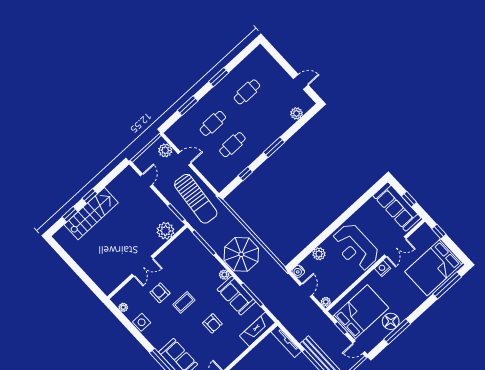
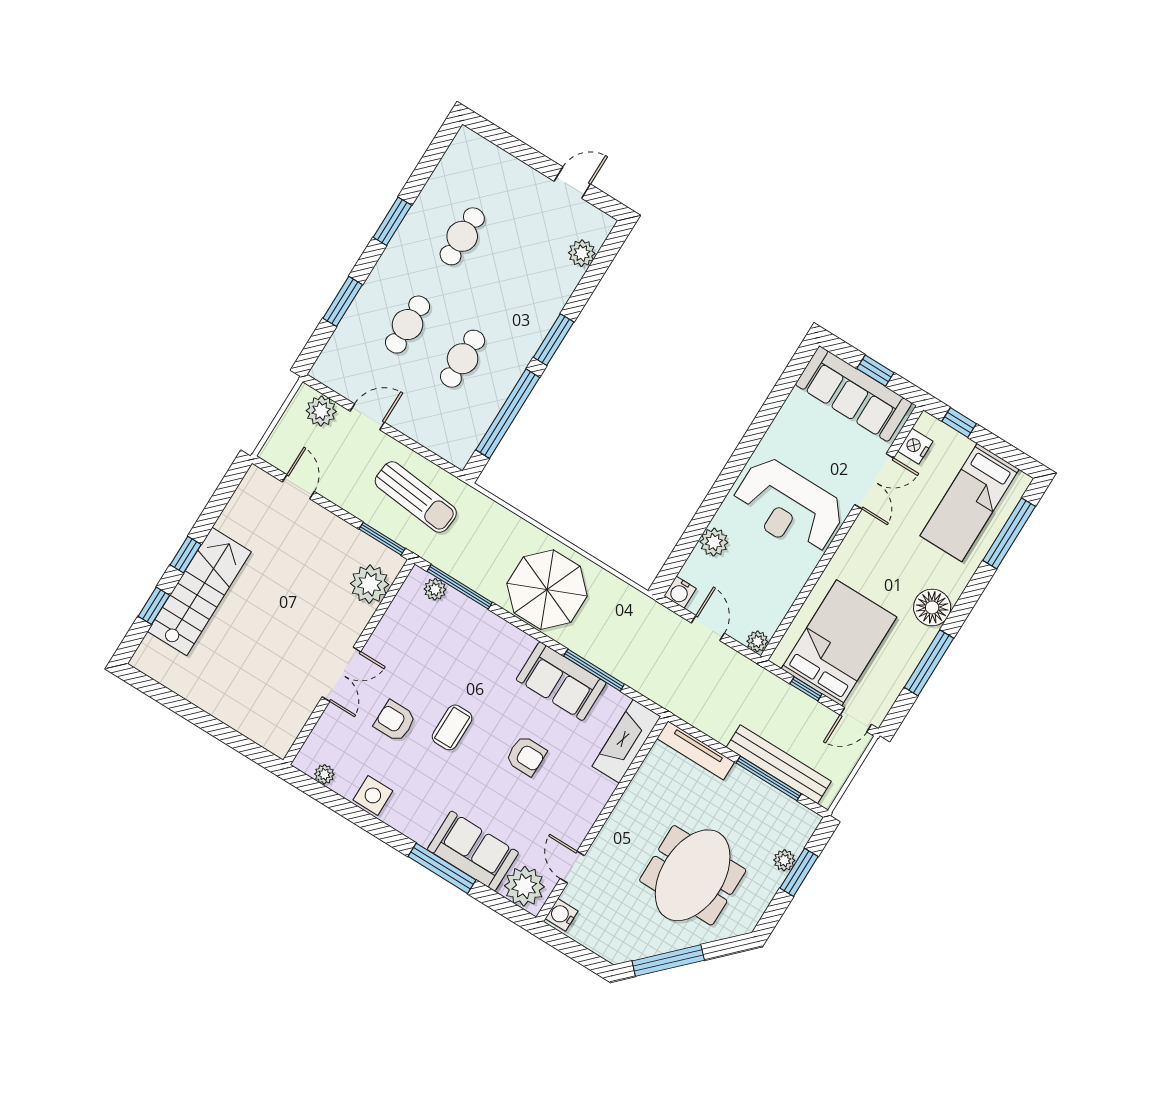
window: (245, 174) -> (508, 414), width x3.17
sun lounger: (196, 199) -> (416, 497), width x0.73, depth x0.75
bed: (434, 267) -> (970, 503), width x0.67
nightstand: (383, 268) -> (915, 446), moved
plant: (224, 275) -> (435, 589), moved
floor lamp: (391, 321) -> (932, 607), moved

